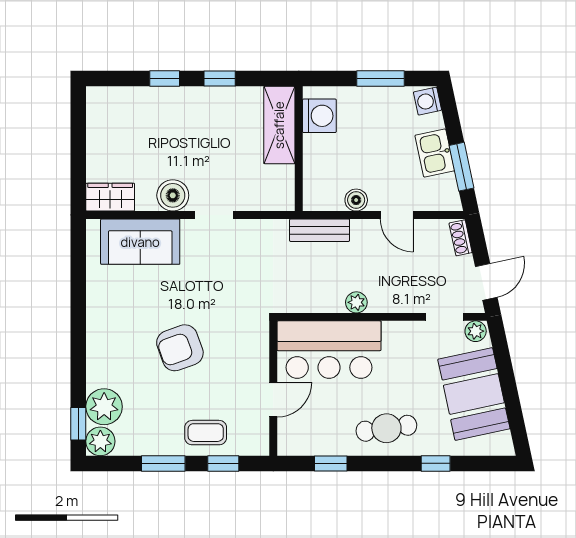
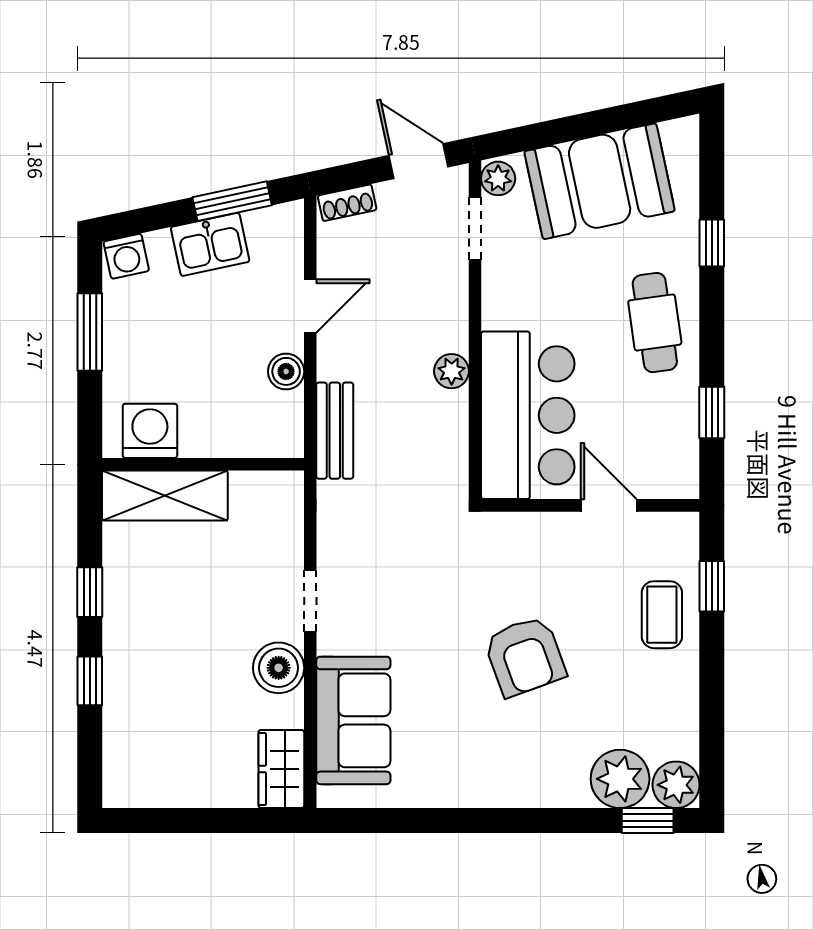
window: (163, 463) -> (712, 683), removed

